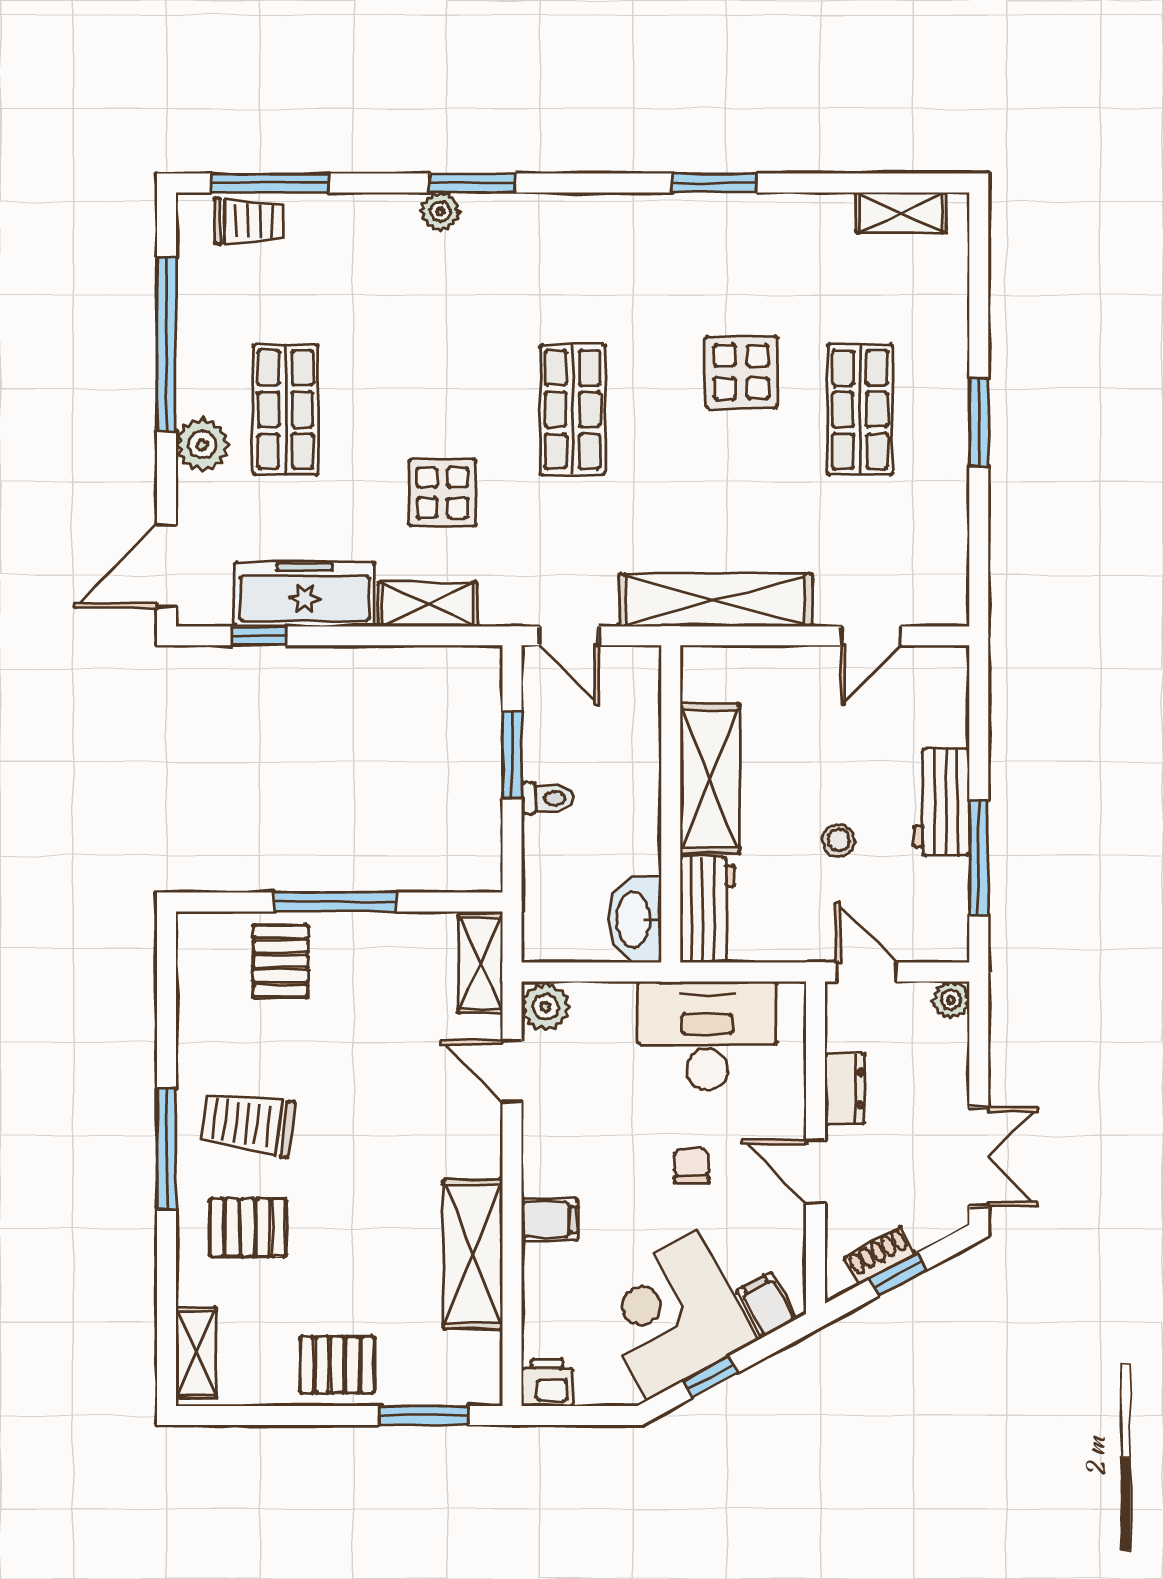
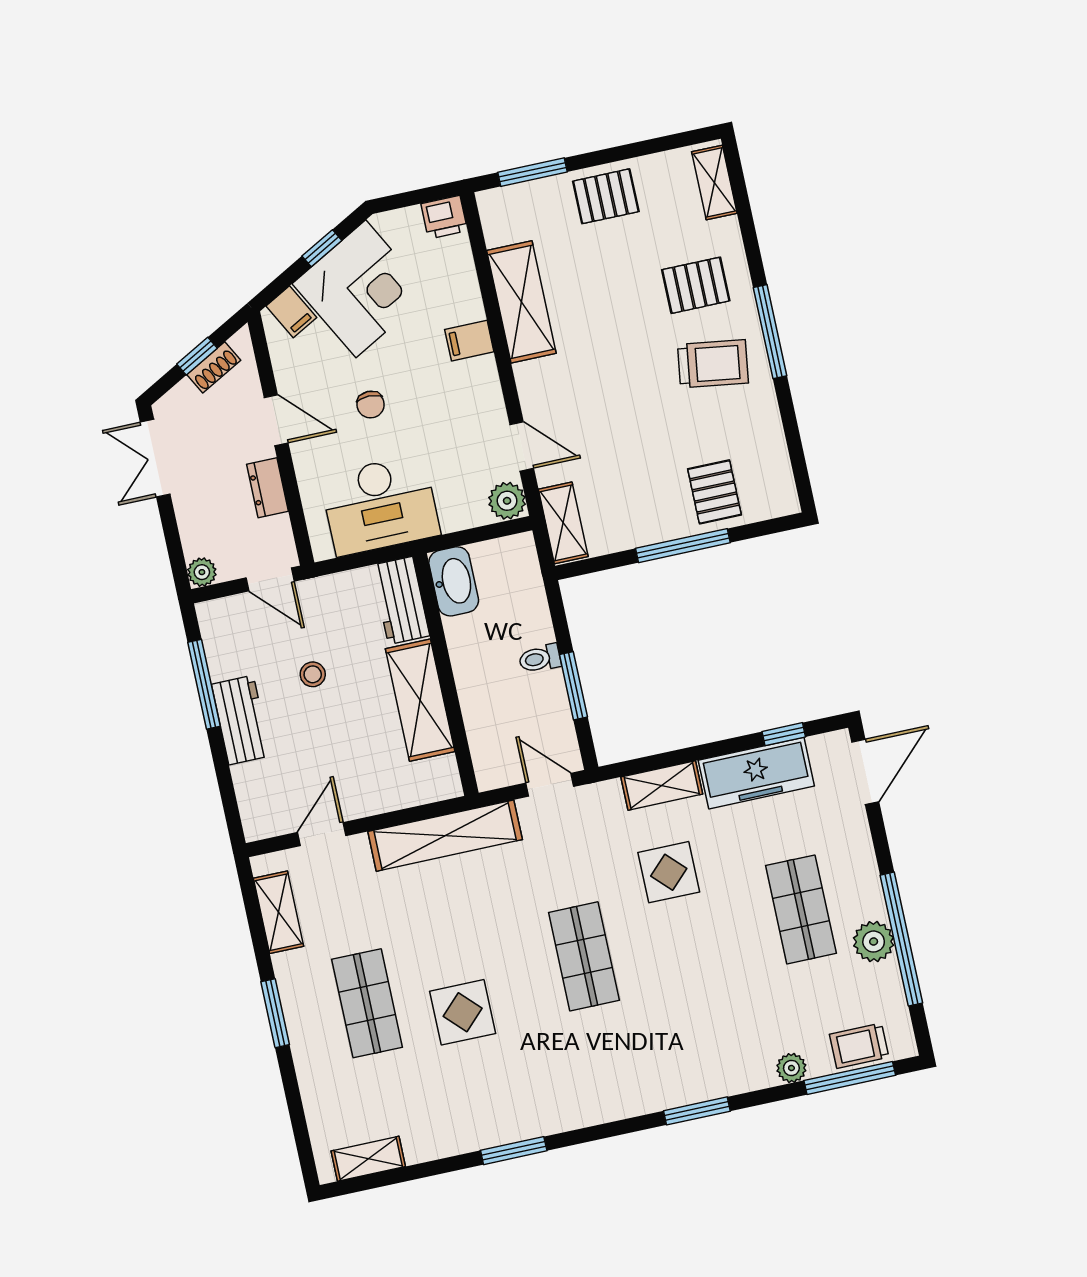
plant: (440, 212) -> (791, 1068), moved
plant: (202, 445) -> (874, 942), moved
shelving: (947, 549) -> (278, 912), added

